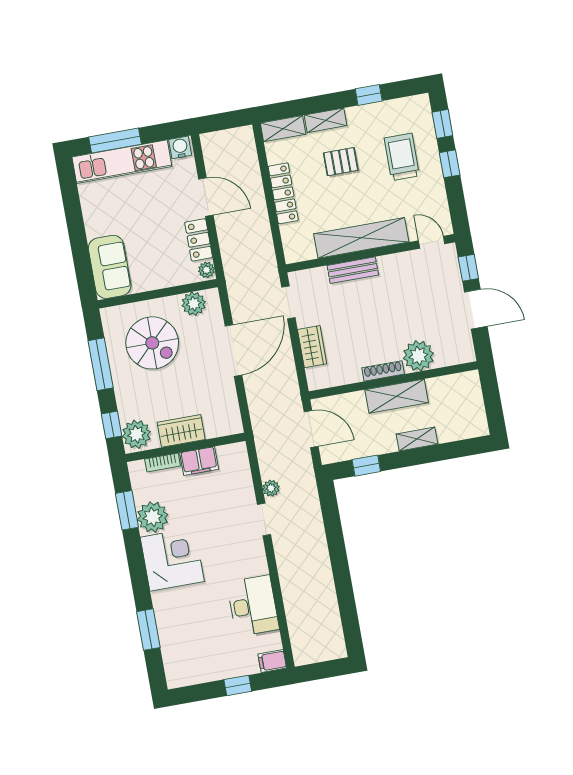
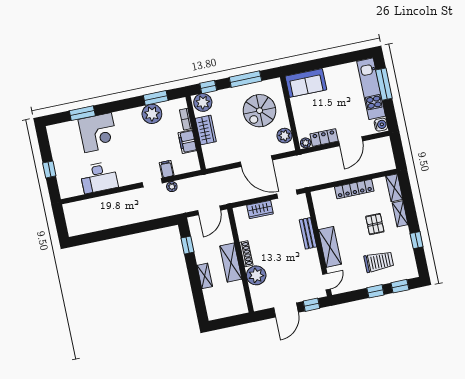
shelving: (361, 238) -> (330, 247), width x0.68
corner desk: (172, 559) -> (98, 133), moved
filing cabinet: (272, 661) -> (167, 169), moved

